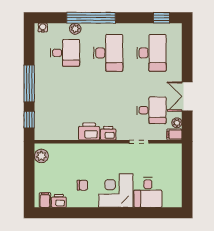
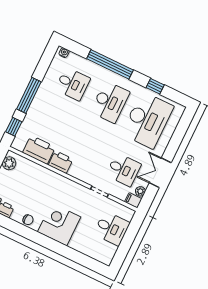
window: (161, 18) -> (155, 86), moved
plant: (75, 29) -> (92, 67), removed
desk: (151, 53) -> (148, 120), width x1.36, depth x1.30
printer: (108, 133) -> (39, 150), moved, width x1.87, depth x1.48
chair: (82, 185) -> (28, 220), moved
desk: (148, 192) -> (112, 228), moved, turned -90

